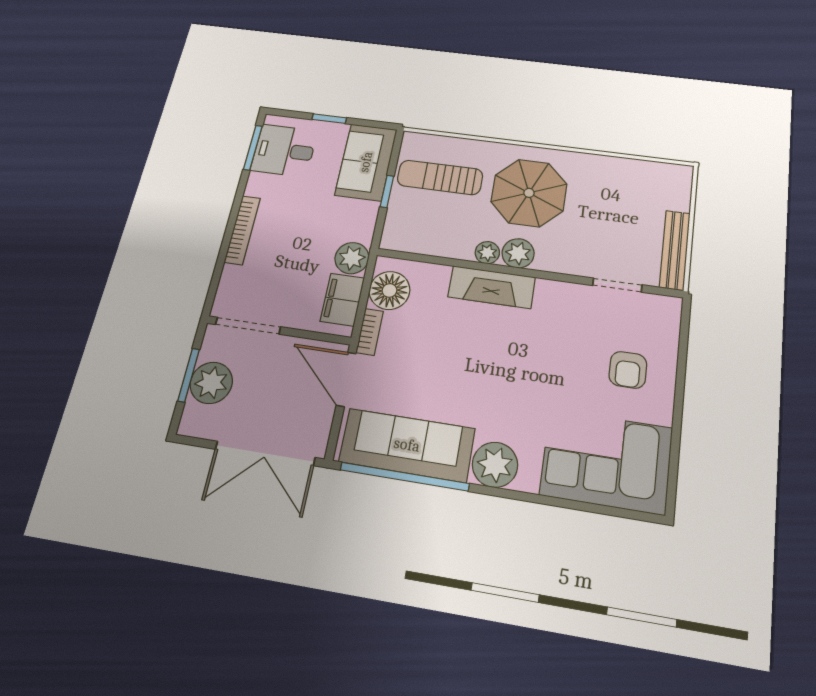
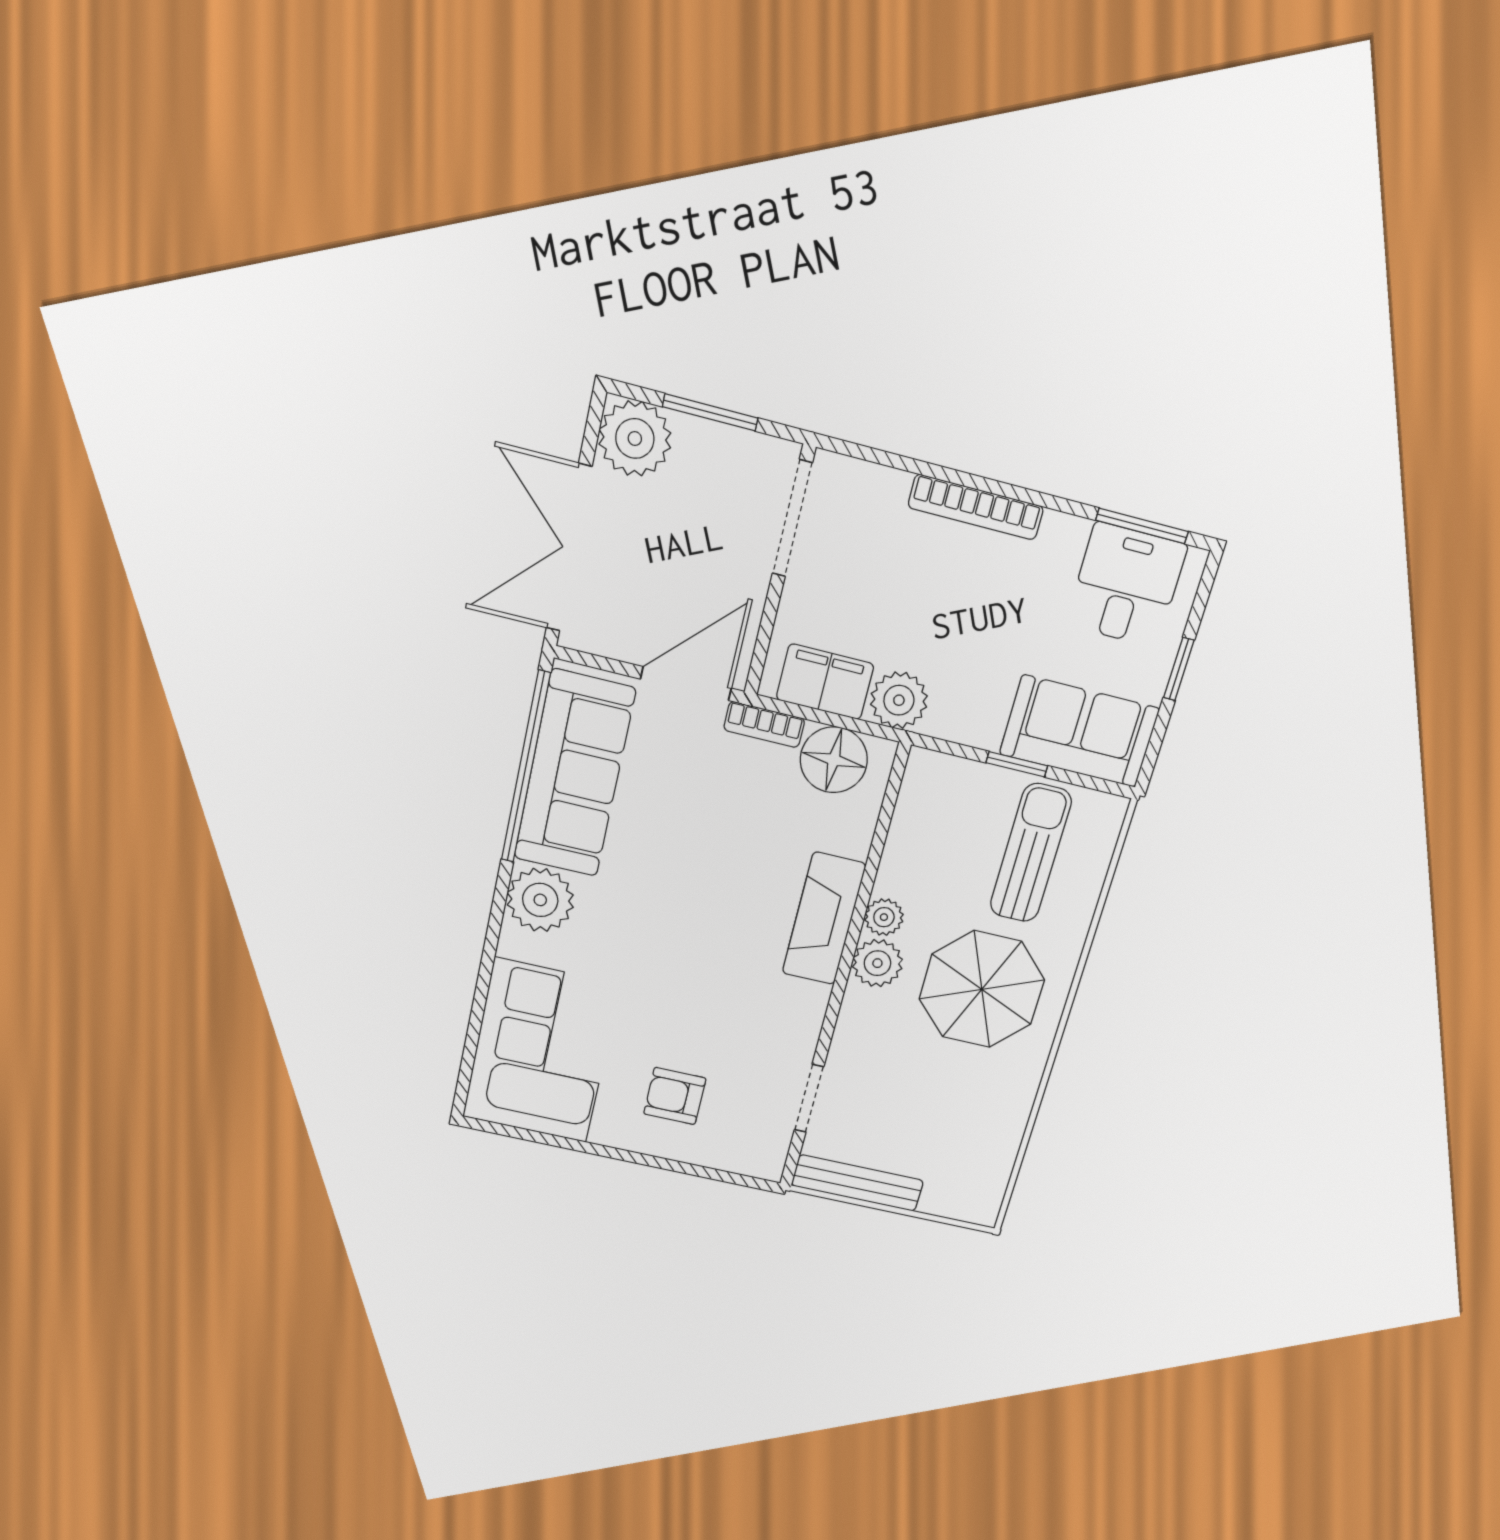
plant: (211, 383) -> (635, 439), moved

